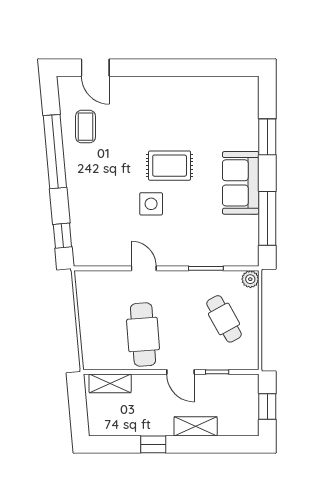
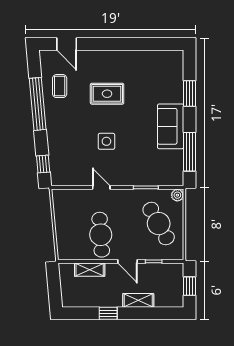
rug: (170, 166) -> (107, 94), moved
cafe table: (224, 319) -> (159, 224), width x1.37, depth x1.35
shelving: (110, 383) -> (90, 270), moved

